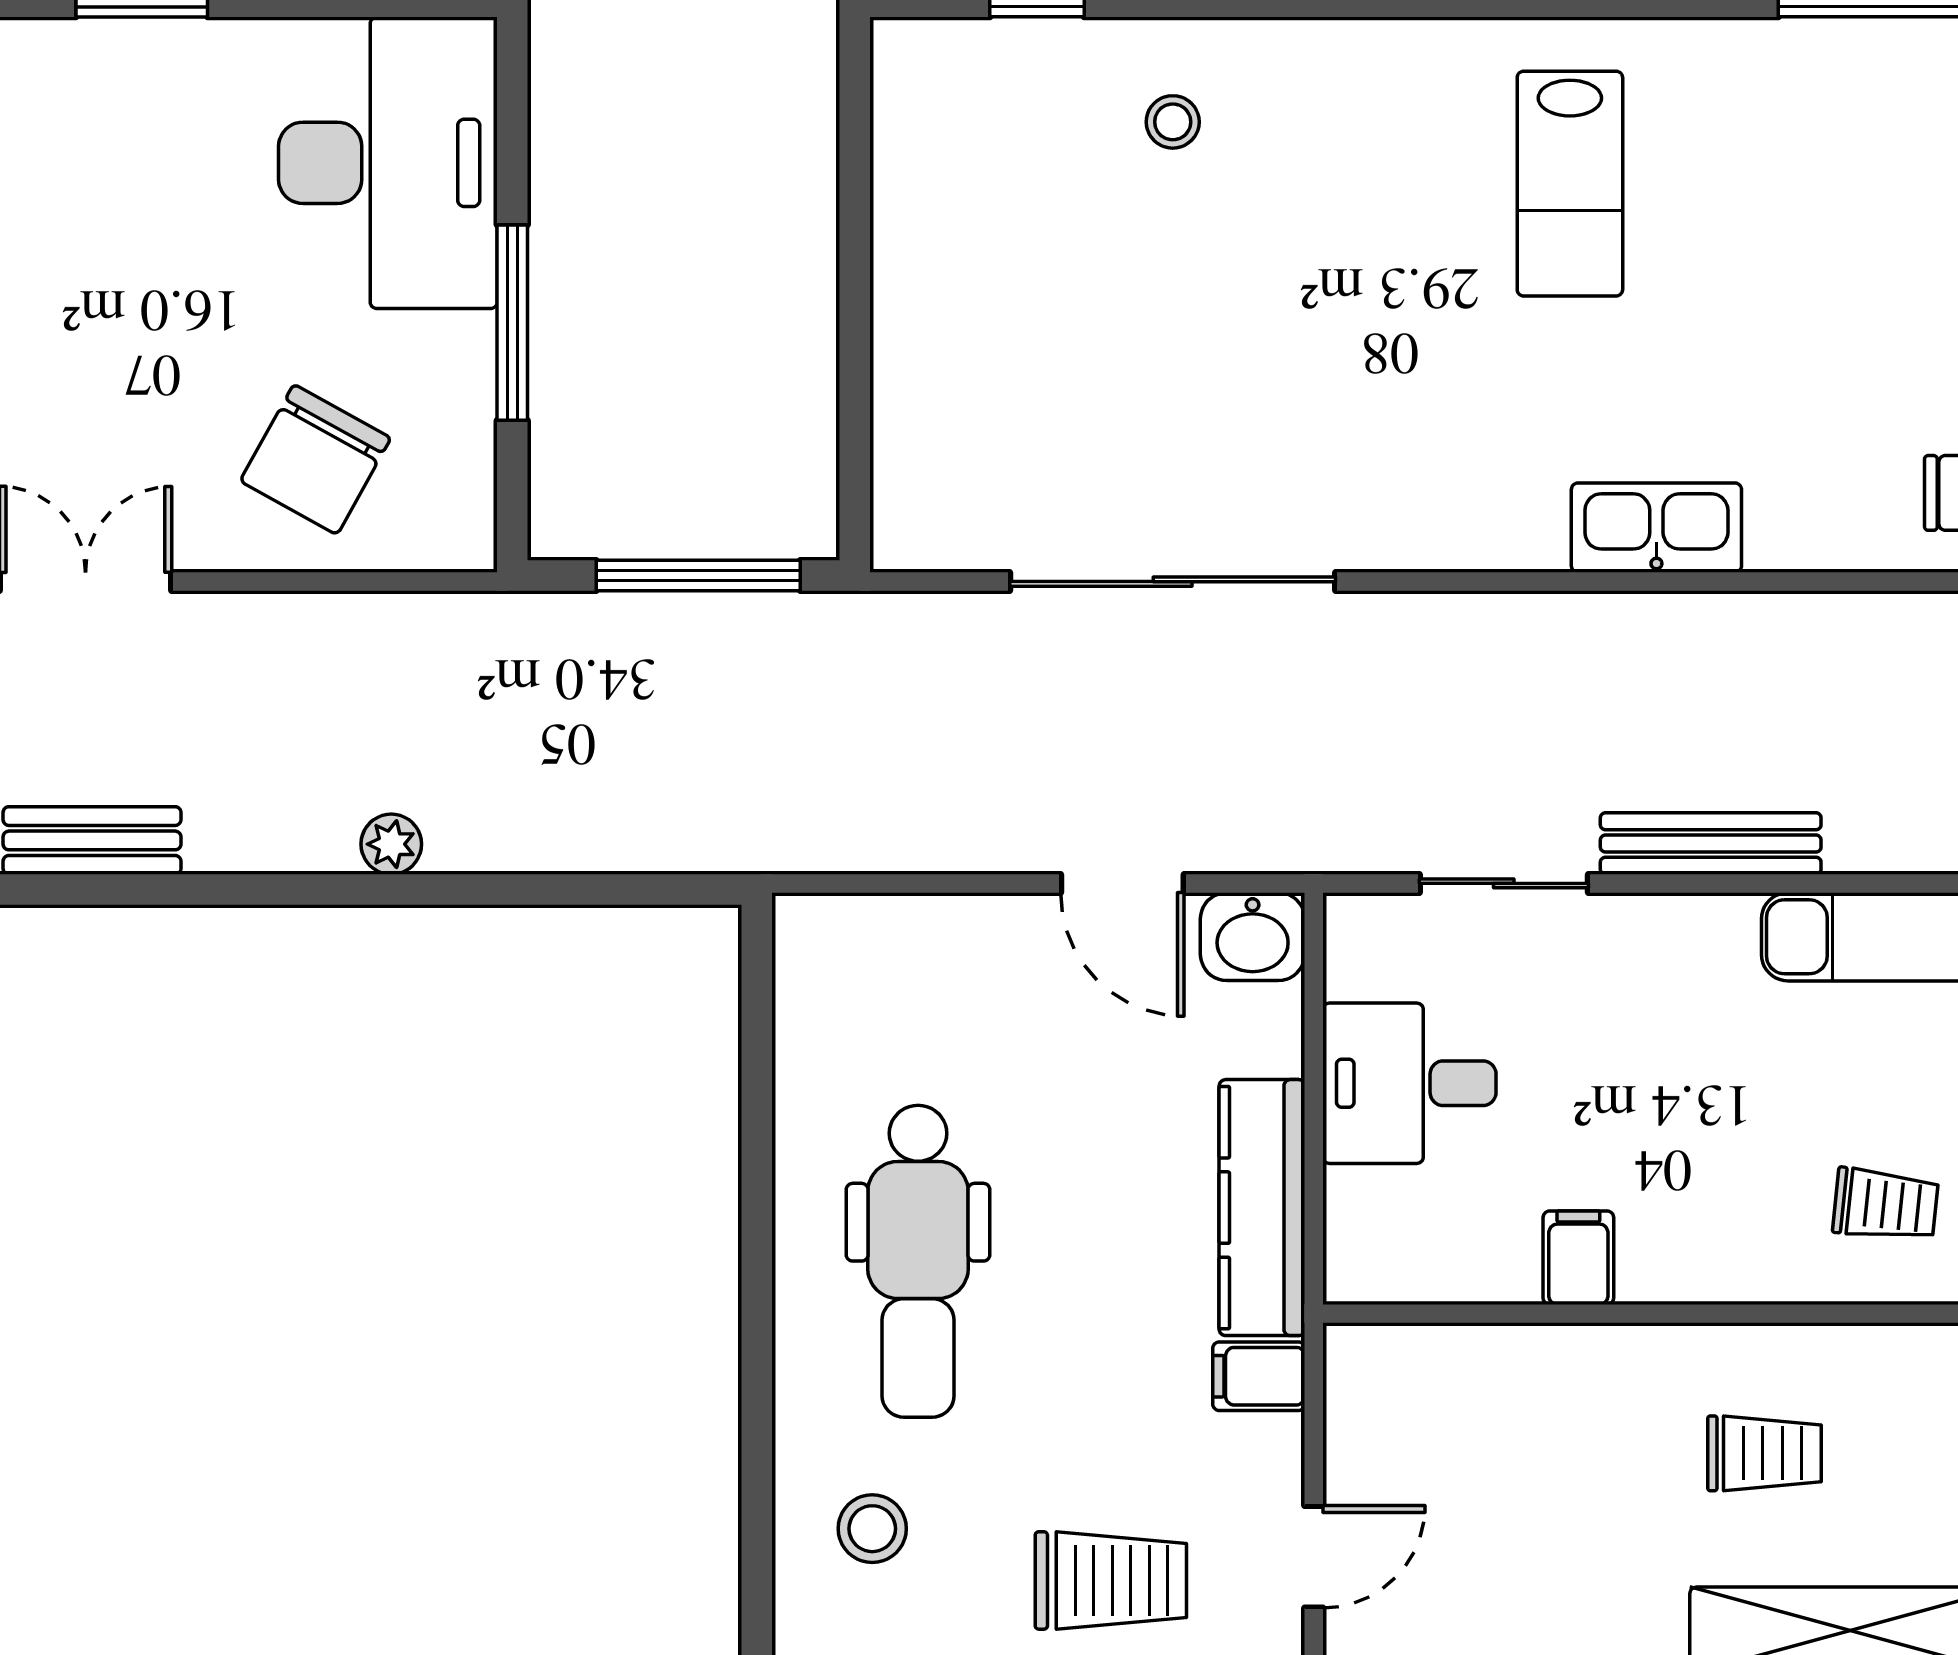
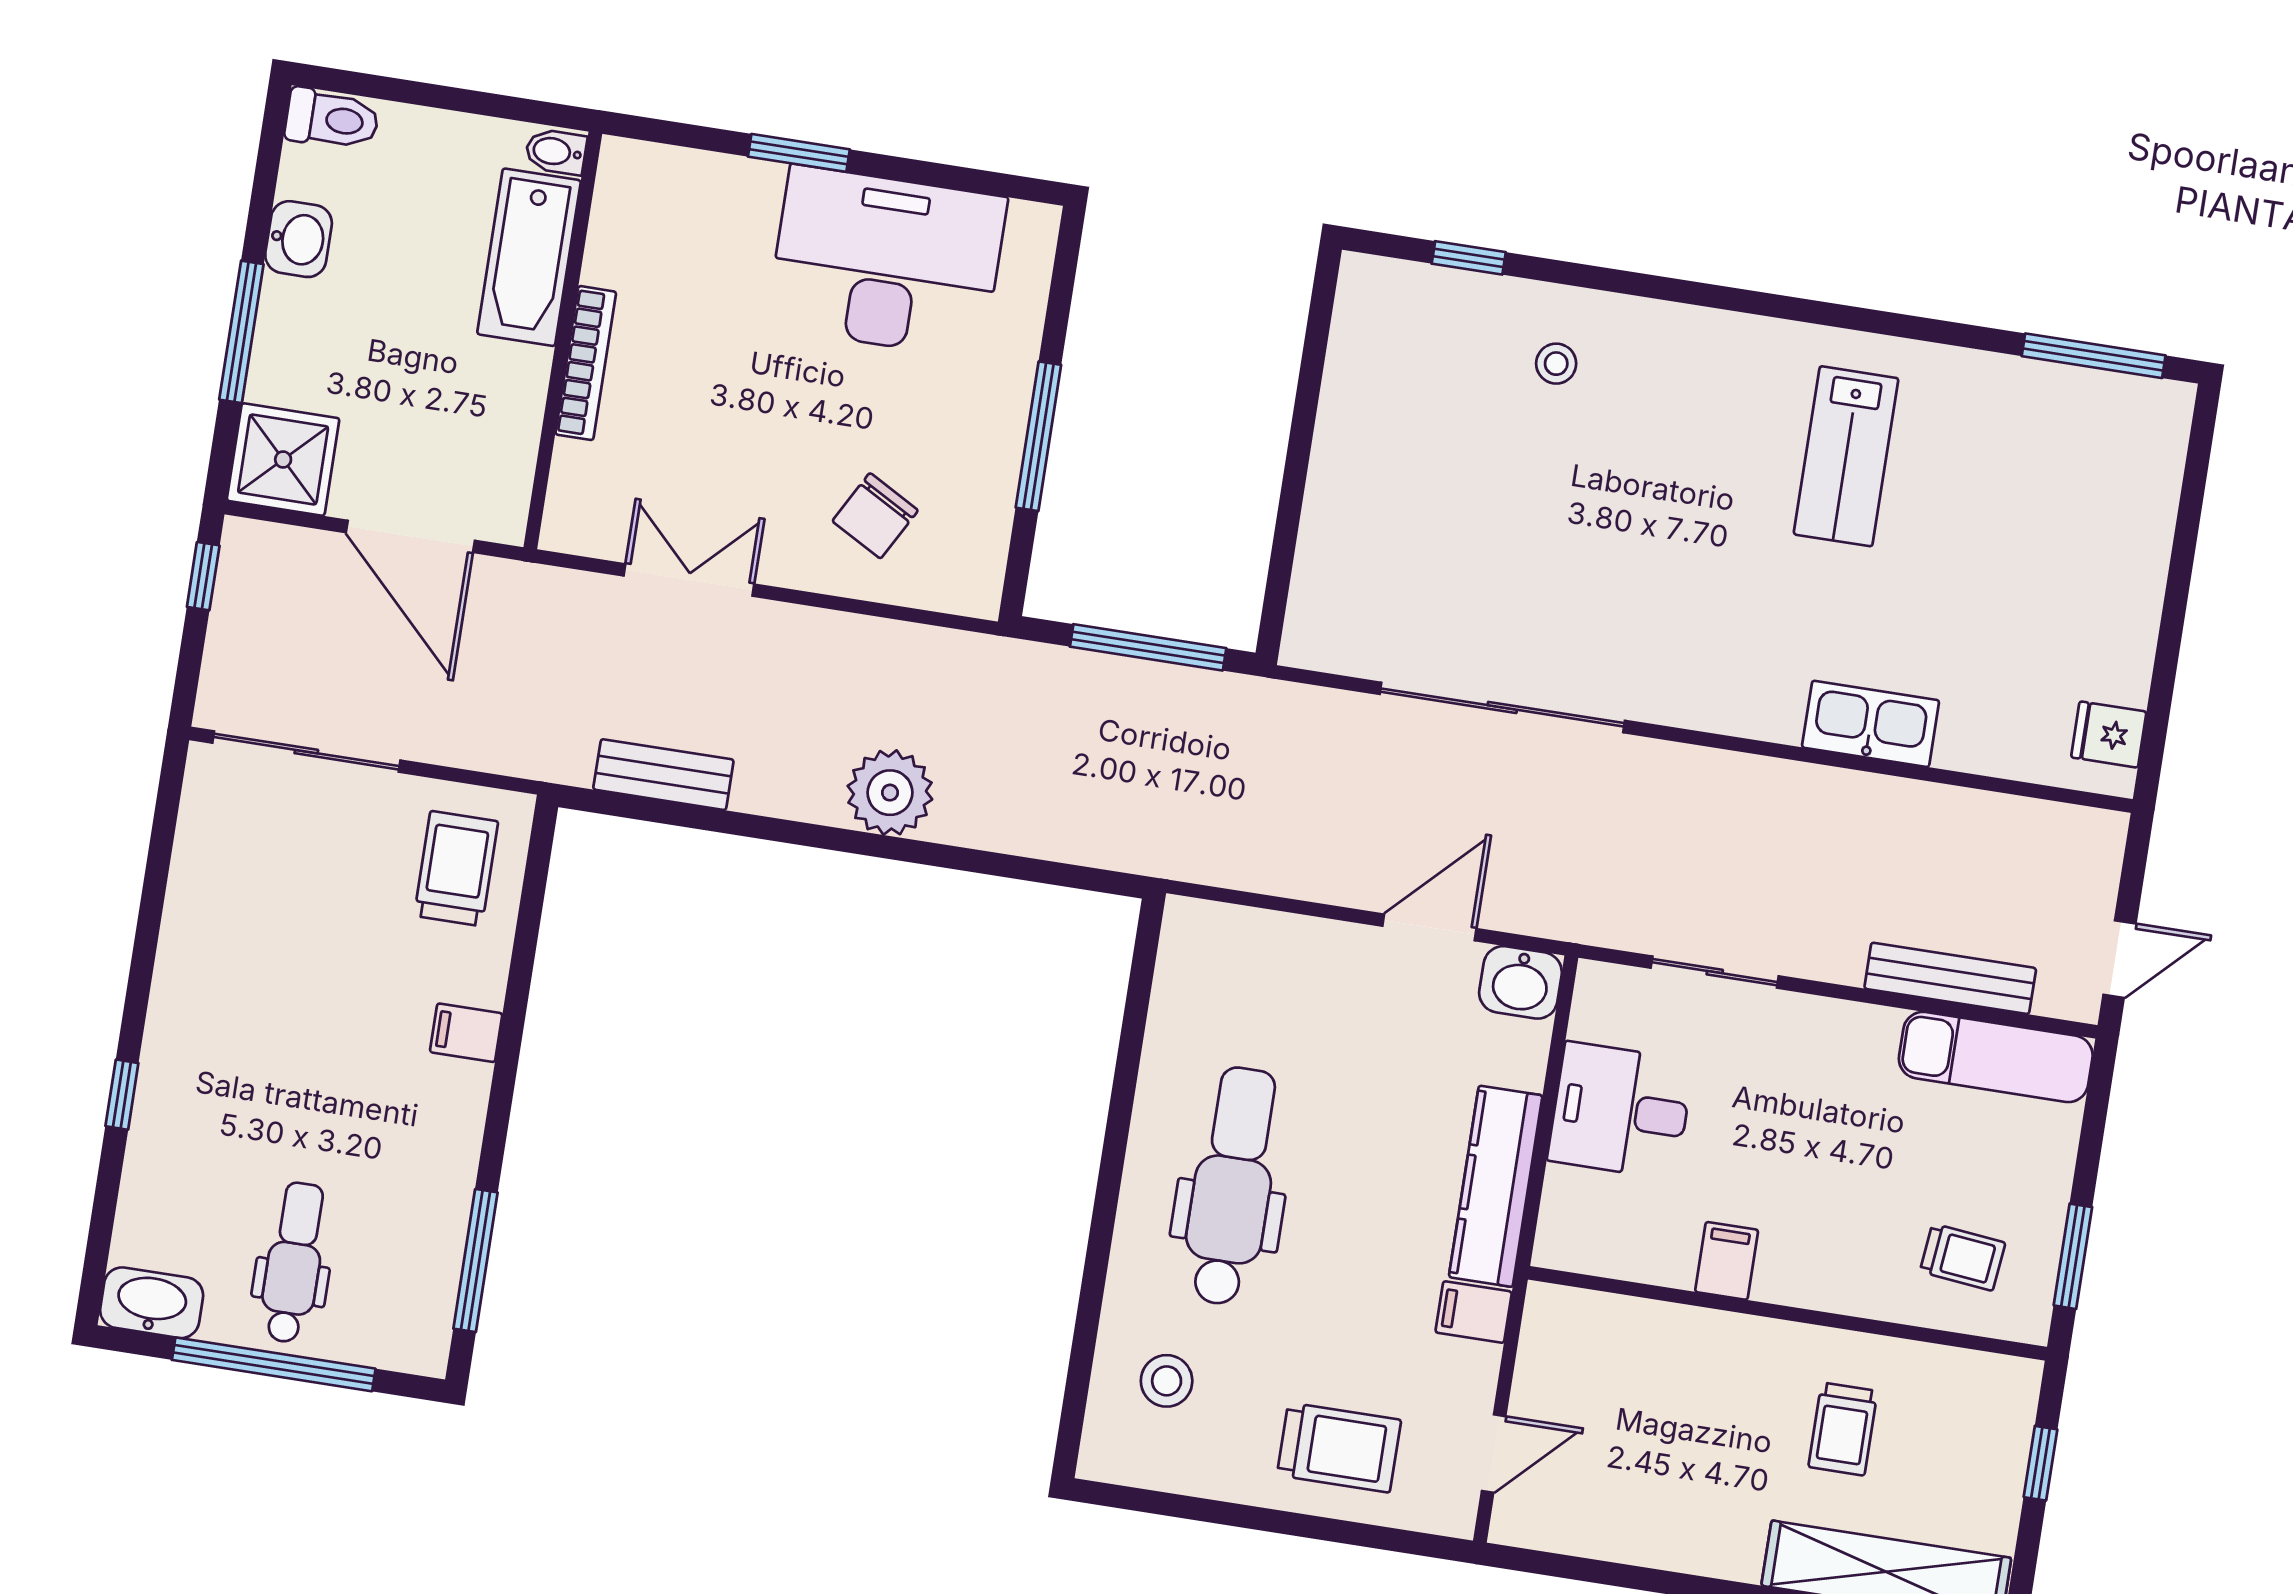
desk: (388, 163) -> (887, 262), moved, turned -90
chair: (315, 460) -> (875, 516), width x0.73, depth x0.73
plant: (391, 844) -> (890, 793), width x1.88, depth x1.88
bench: (1711, 844) -> (1950, 978), moved
door: (1122, 883) -> (1429, 927), swing flipped
dental chair: (918, 1261) -> (1232, 1186), turned 180
trolley: (1765, 1453) -> (1843, 1429), turned 90

